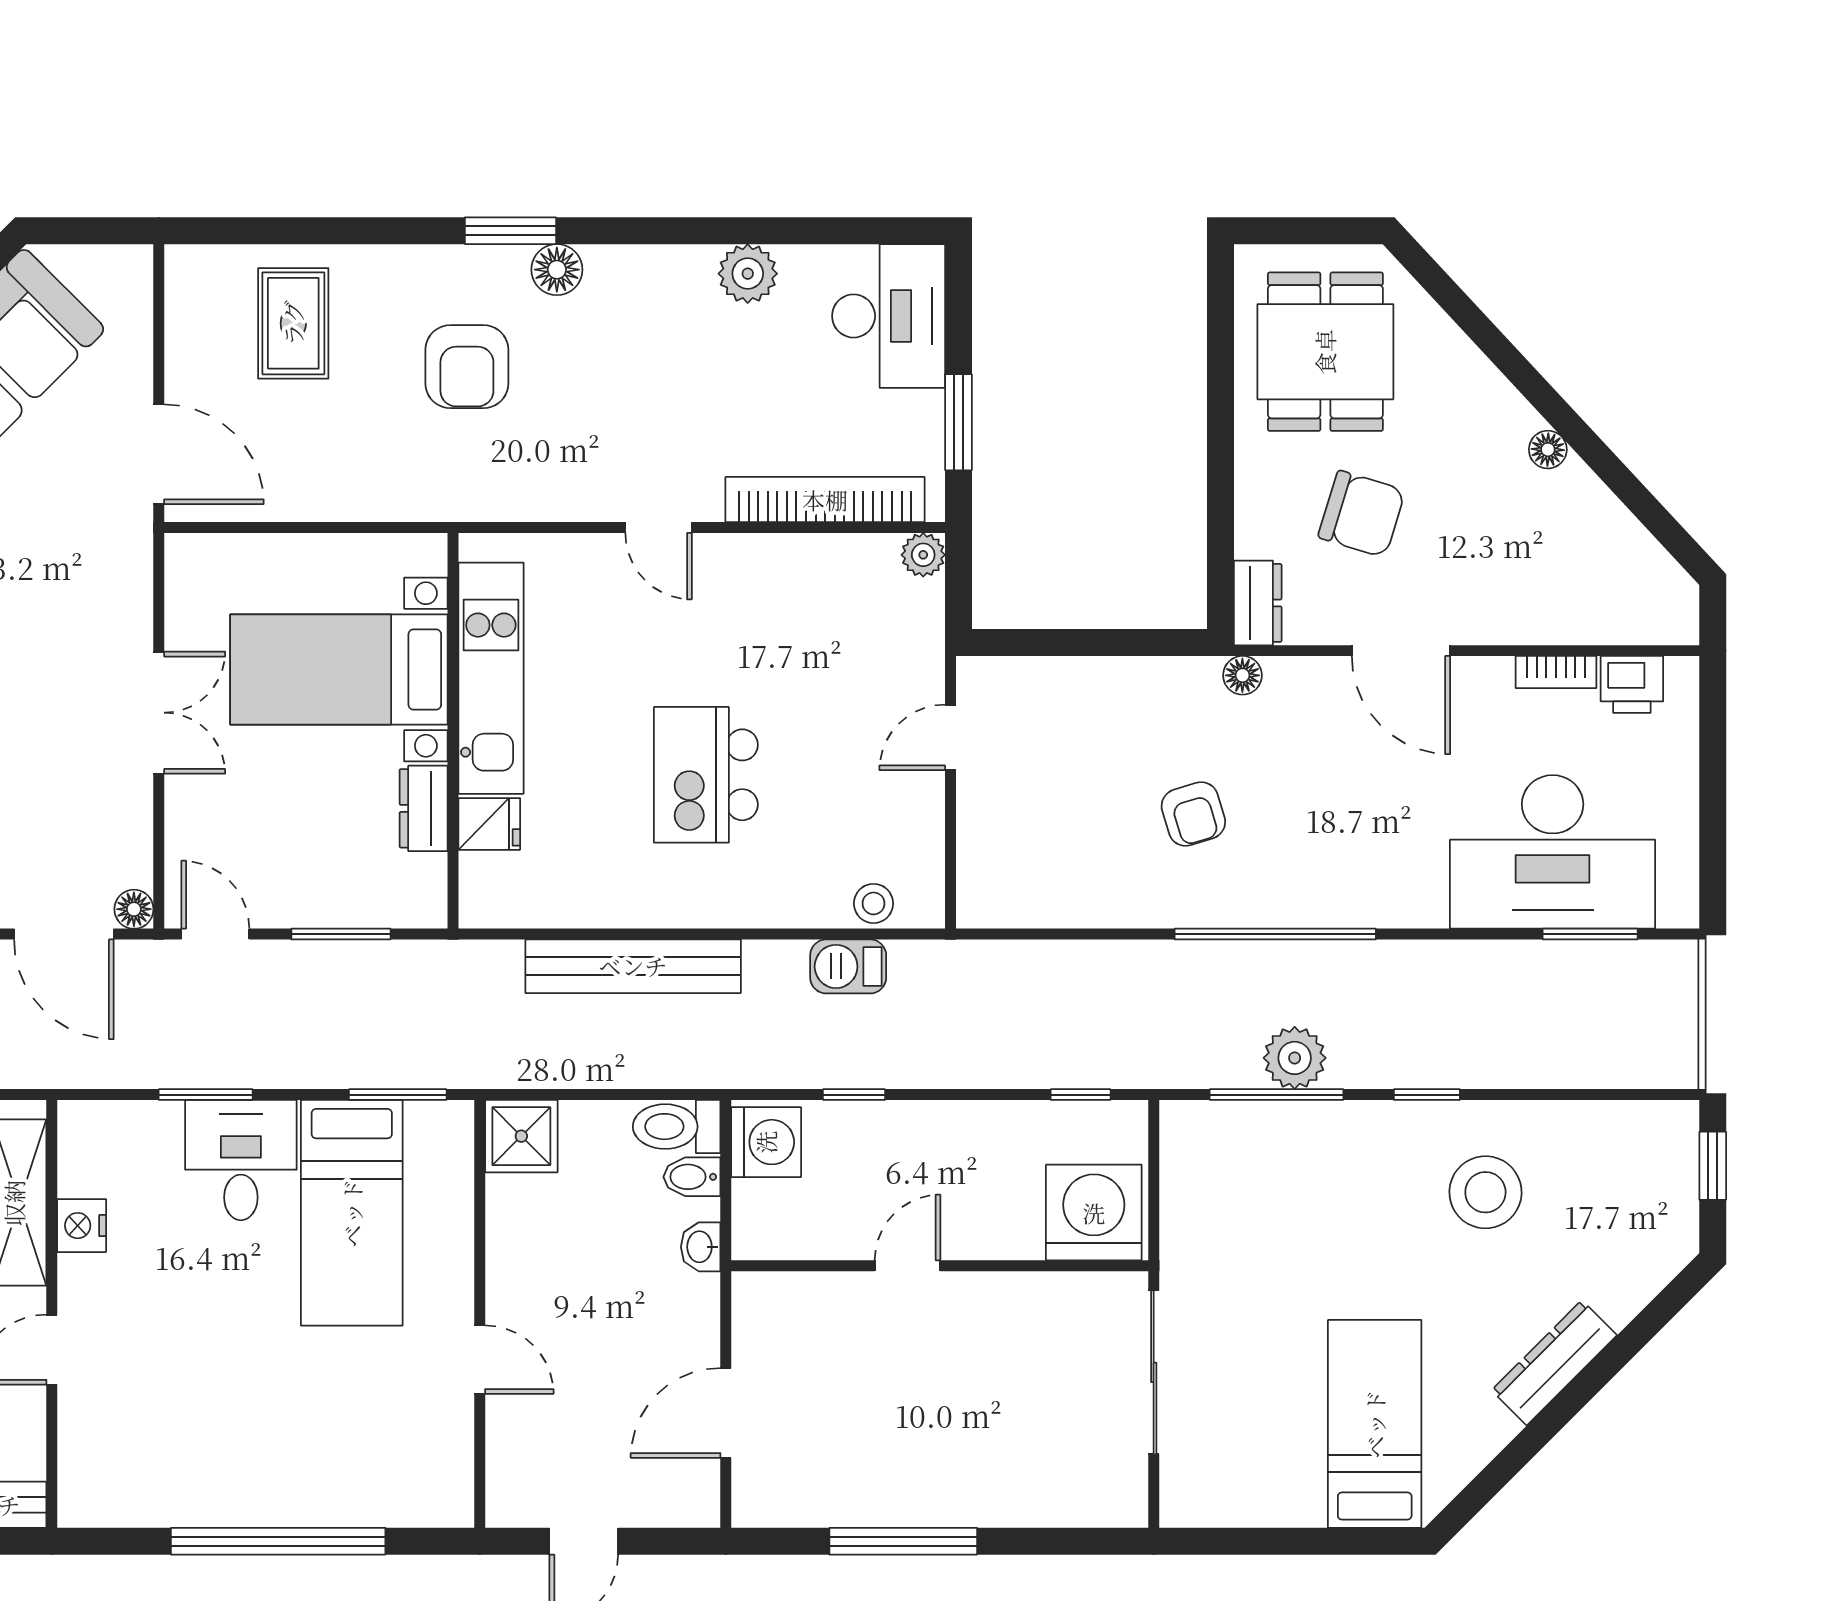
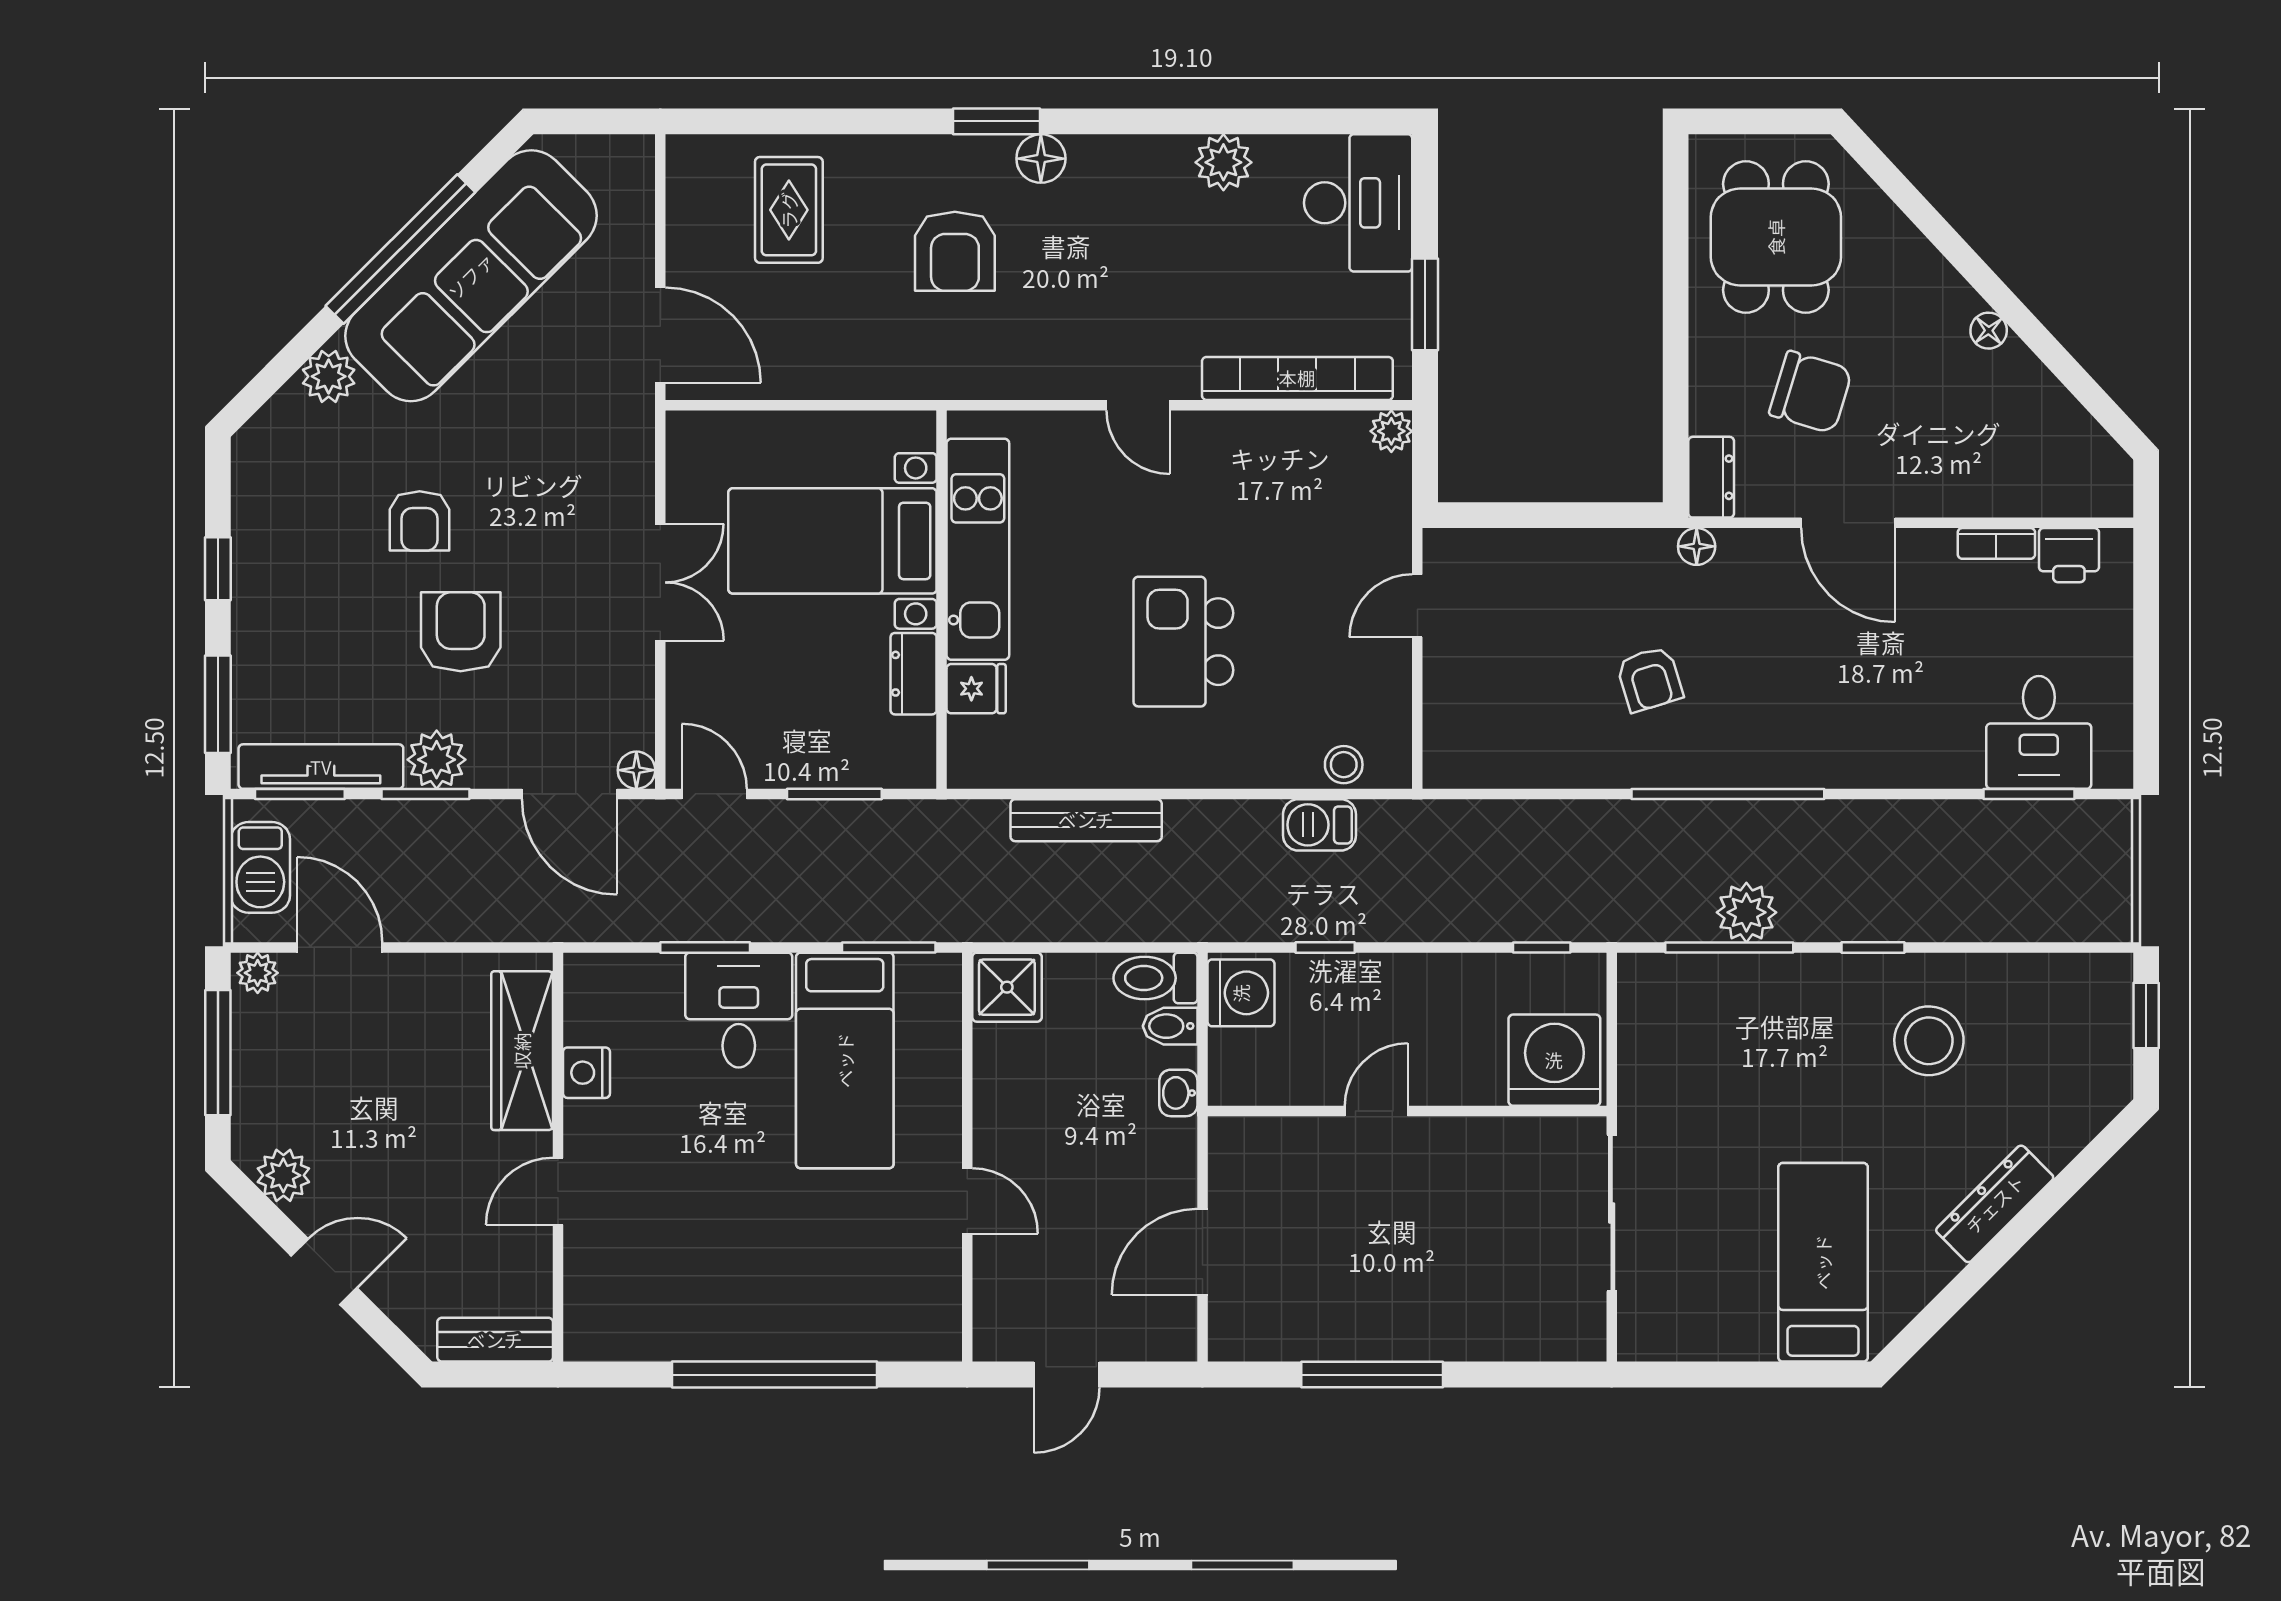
desk: (1553, 852) -> (2039, 732), width x0.53, depth x0.77
bench: (633, 966) -> (1086, 820), width x0.73, depth x0.82

